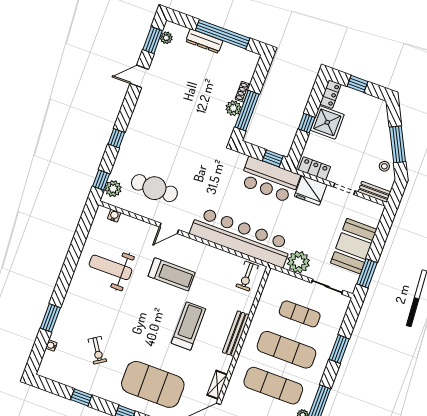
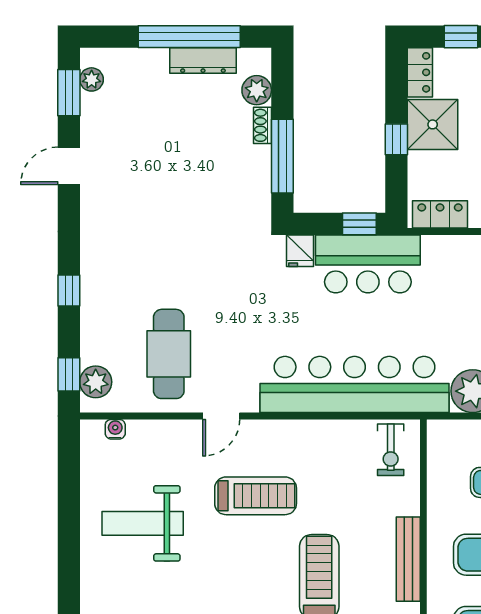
dresser: (204, 41) -> (203, 61), moved
plant: (233, 108) -> (257, 90), moved
cafe table: (154, 188) -> (169, 354), turned 90
fridge: (311, 190) -> (300, 251), moved, width x0.53, depth x0.75

